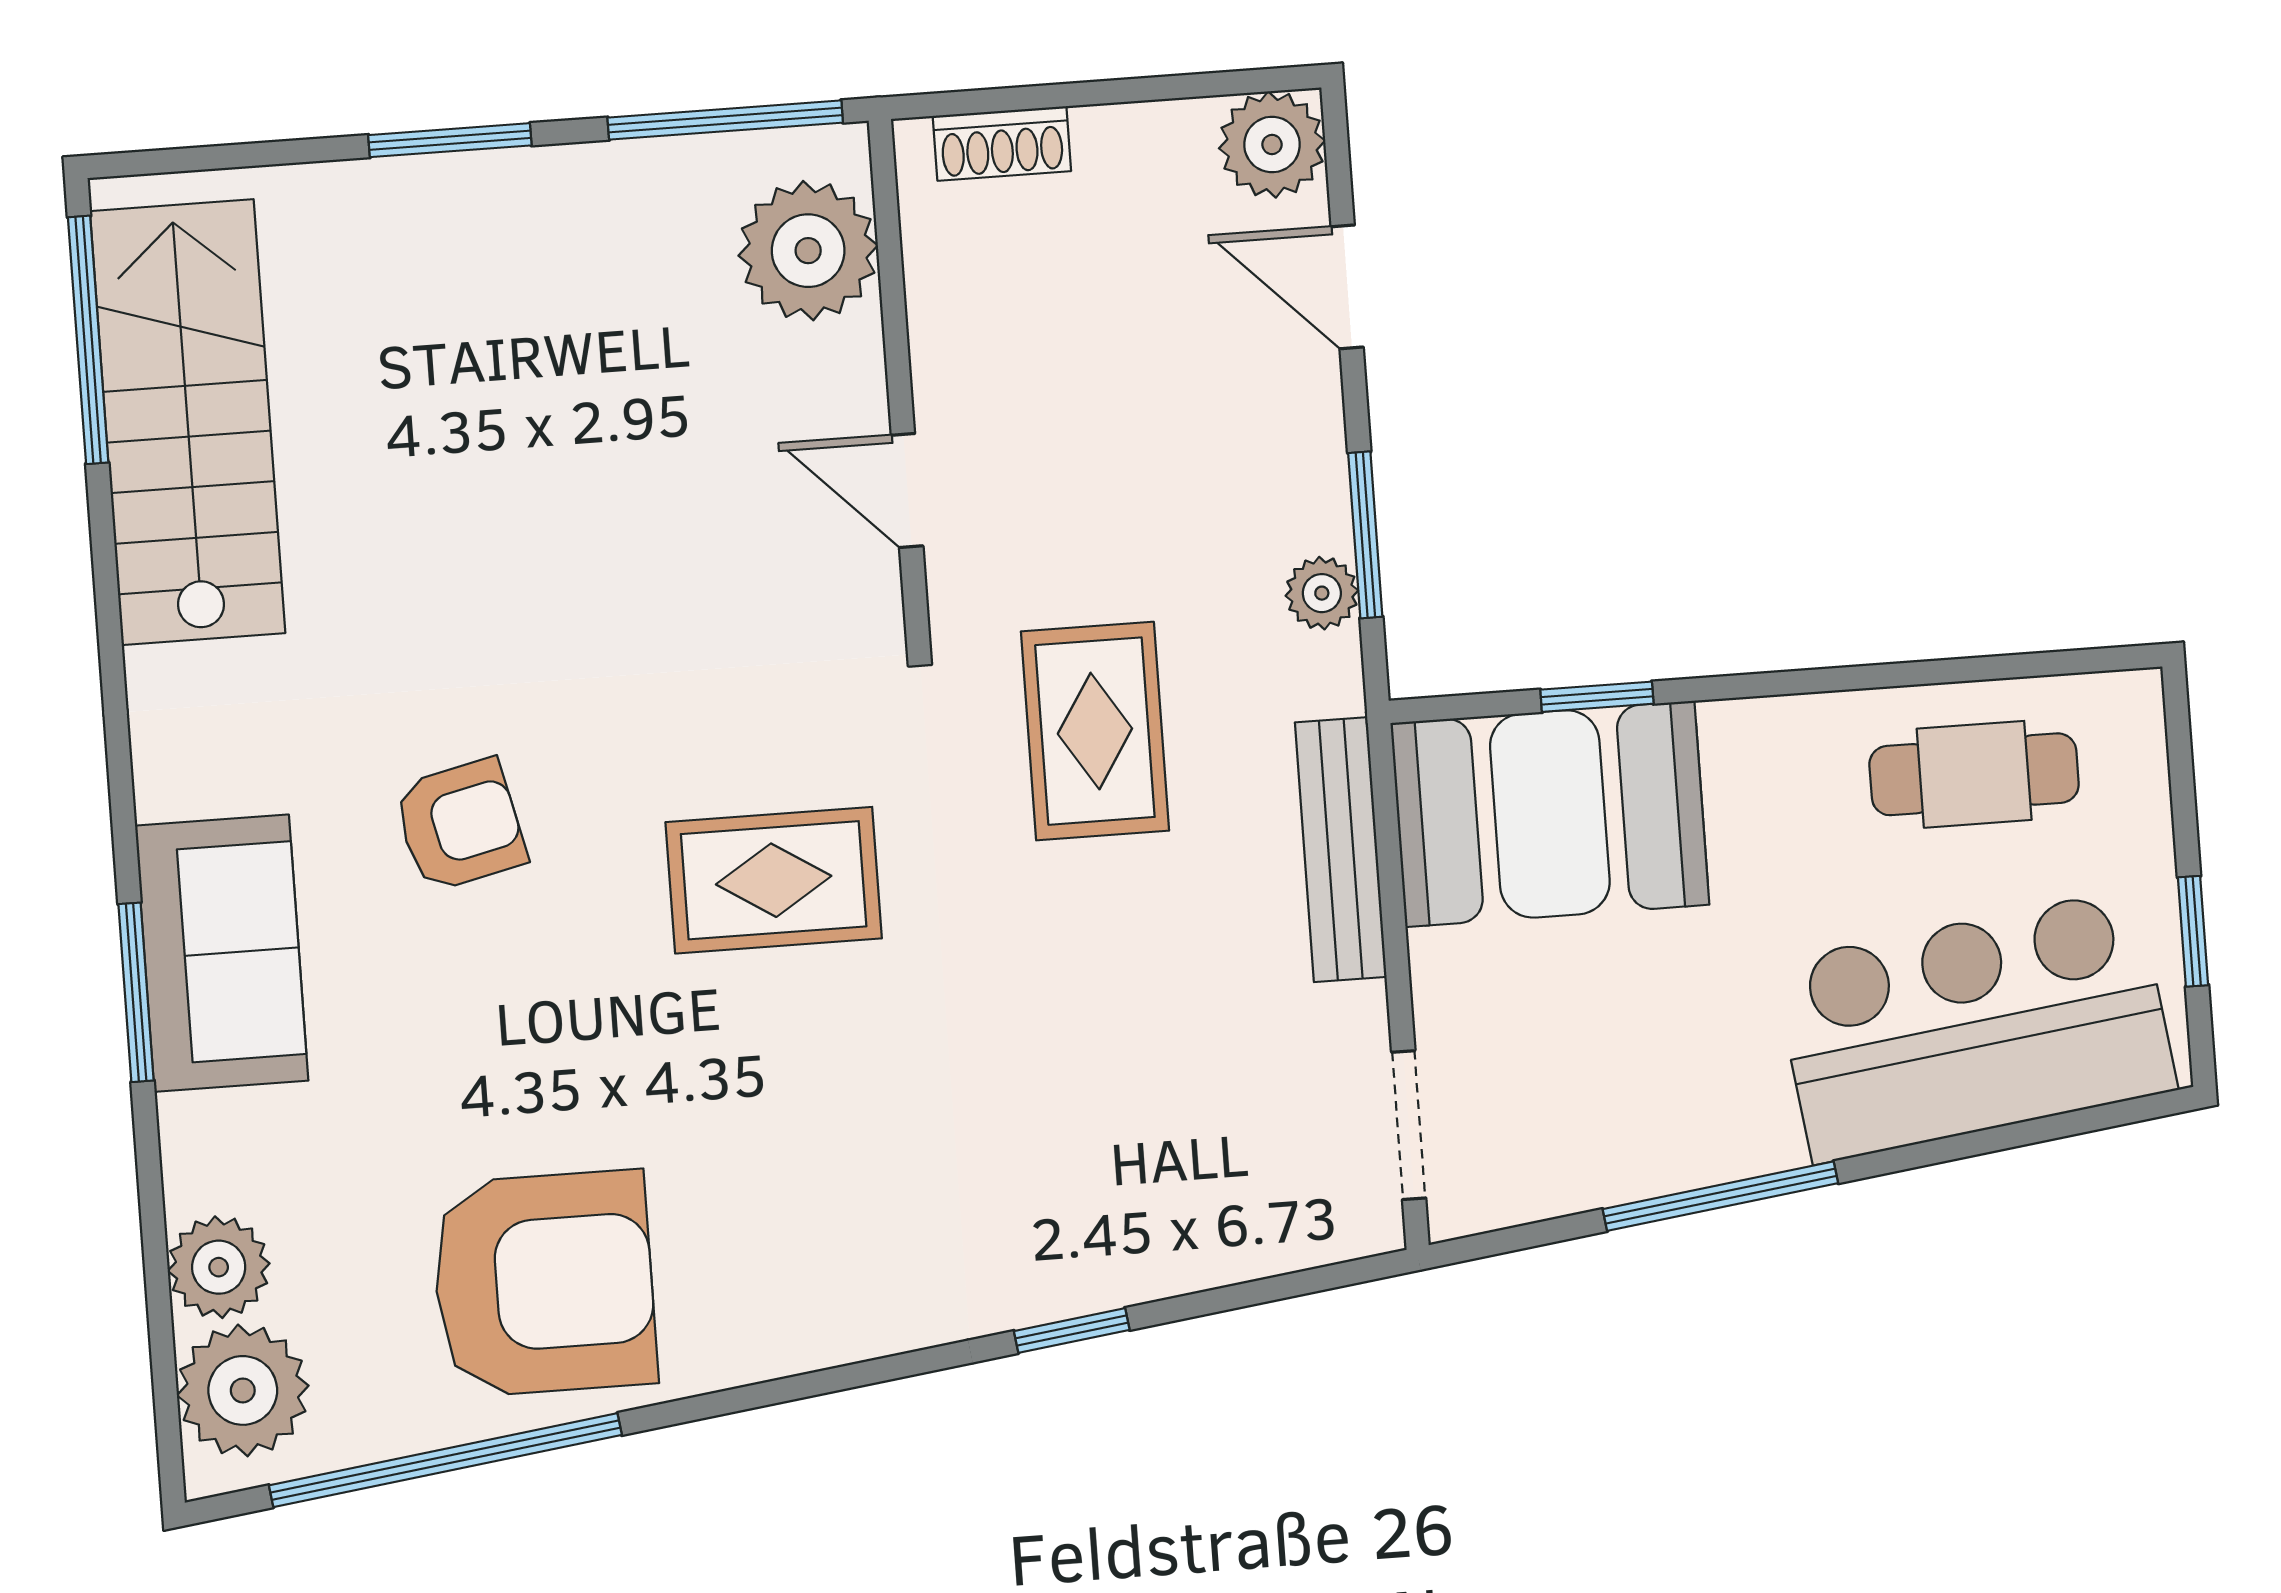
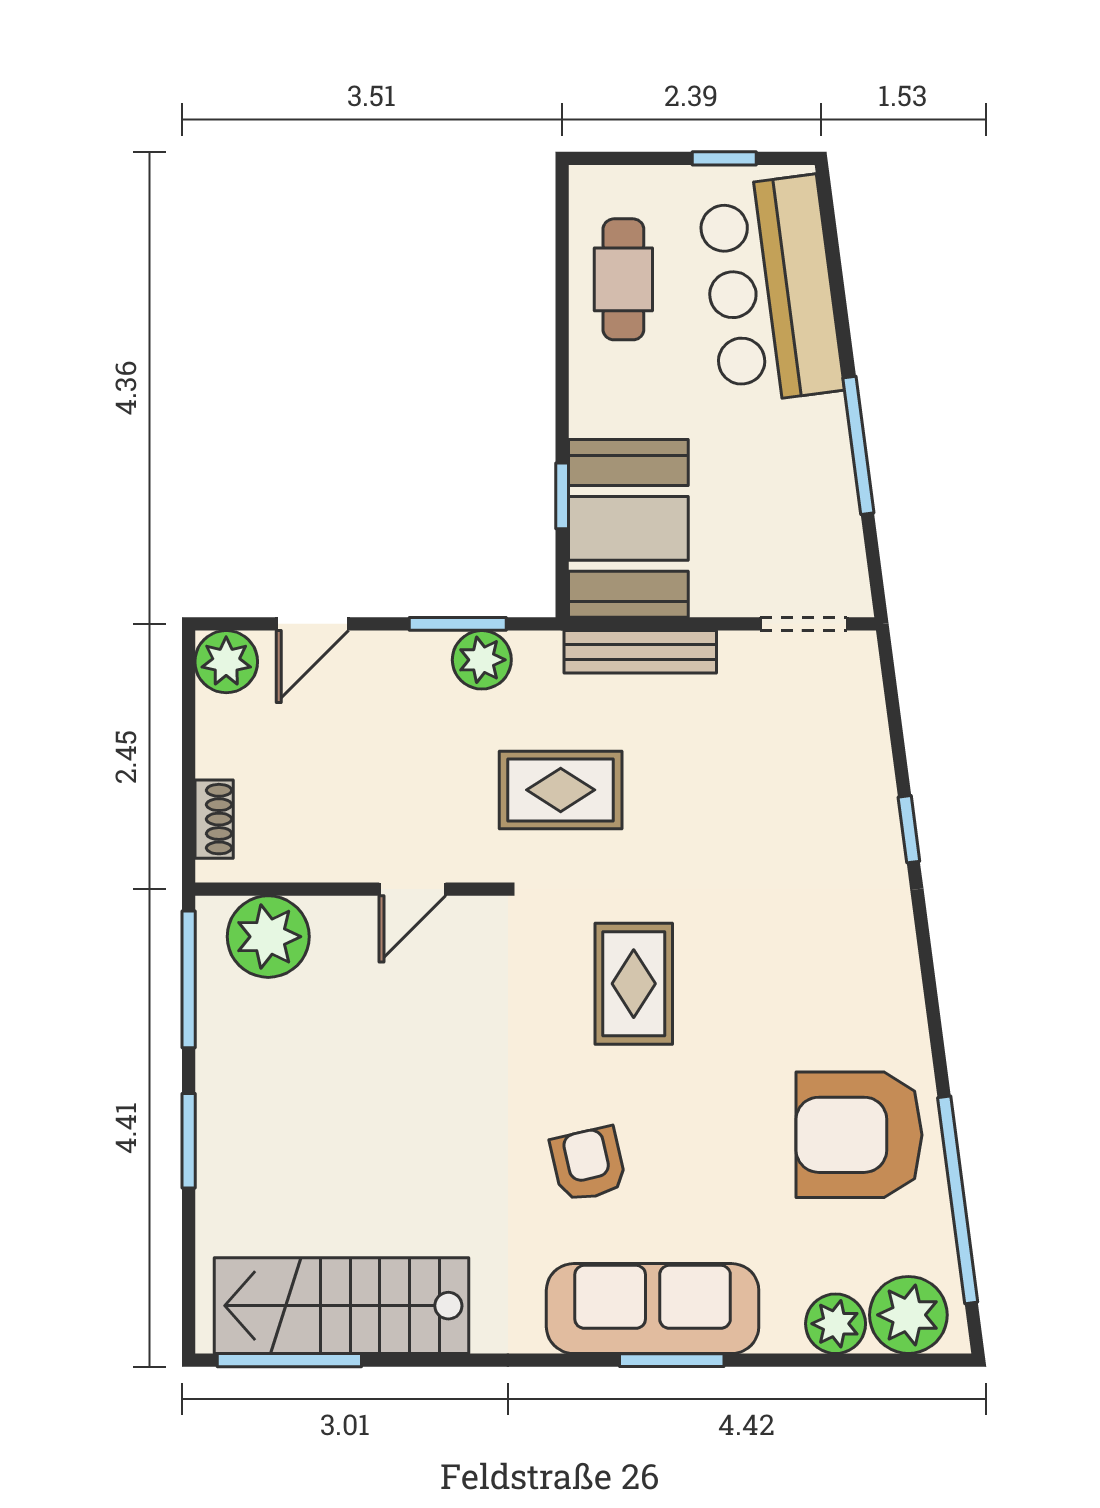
plant: (1322, 593) -> (482, 660), width x1.38, depth x1.38
sofa: (222, 953) -> (653, 1309), width x1.36
armchair: (544, 1284) -> (859, 1135), turned -90

